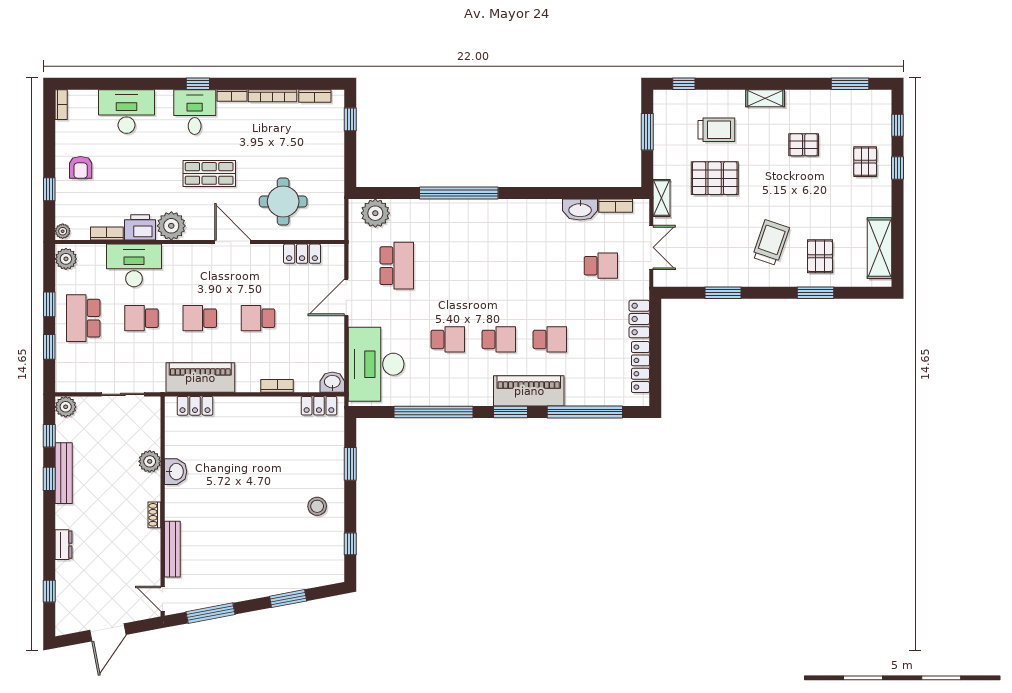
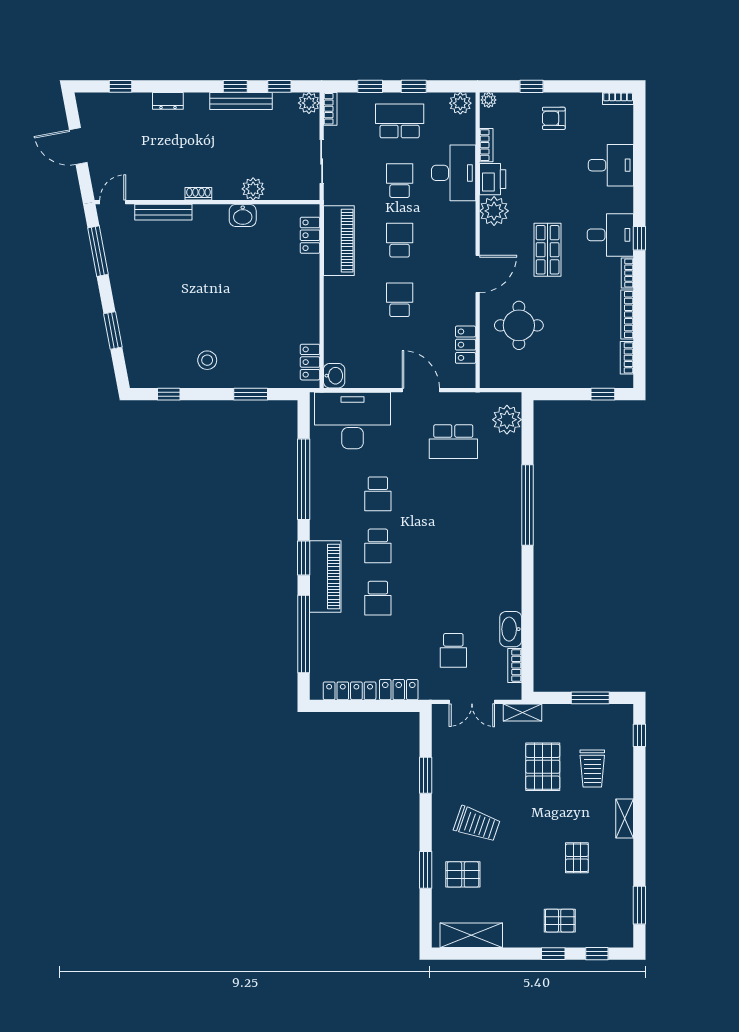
desk: (127, 112) -> (611, 165), width x0.73
bookcase: (277, 386) -> (330, 109), moved

